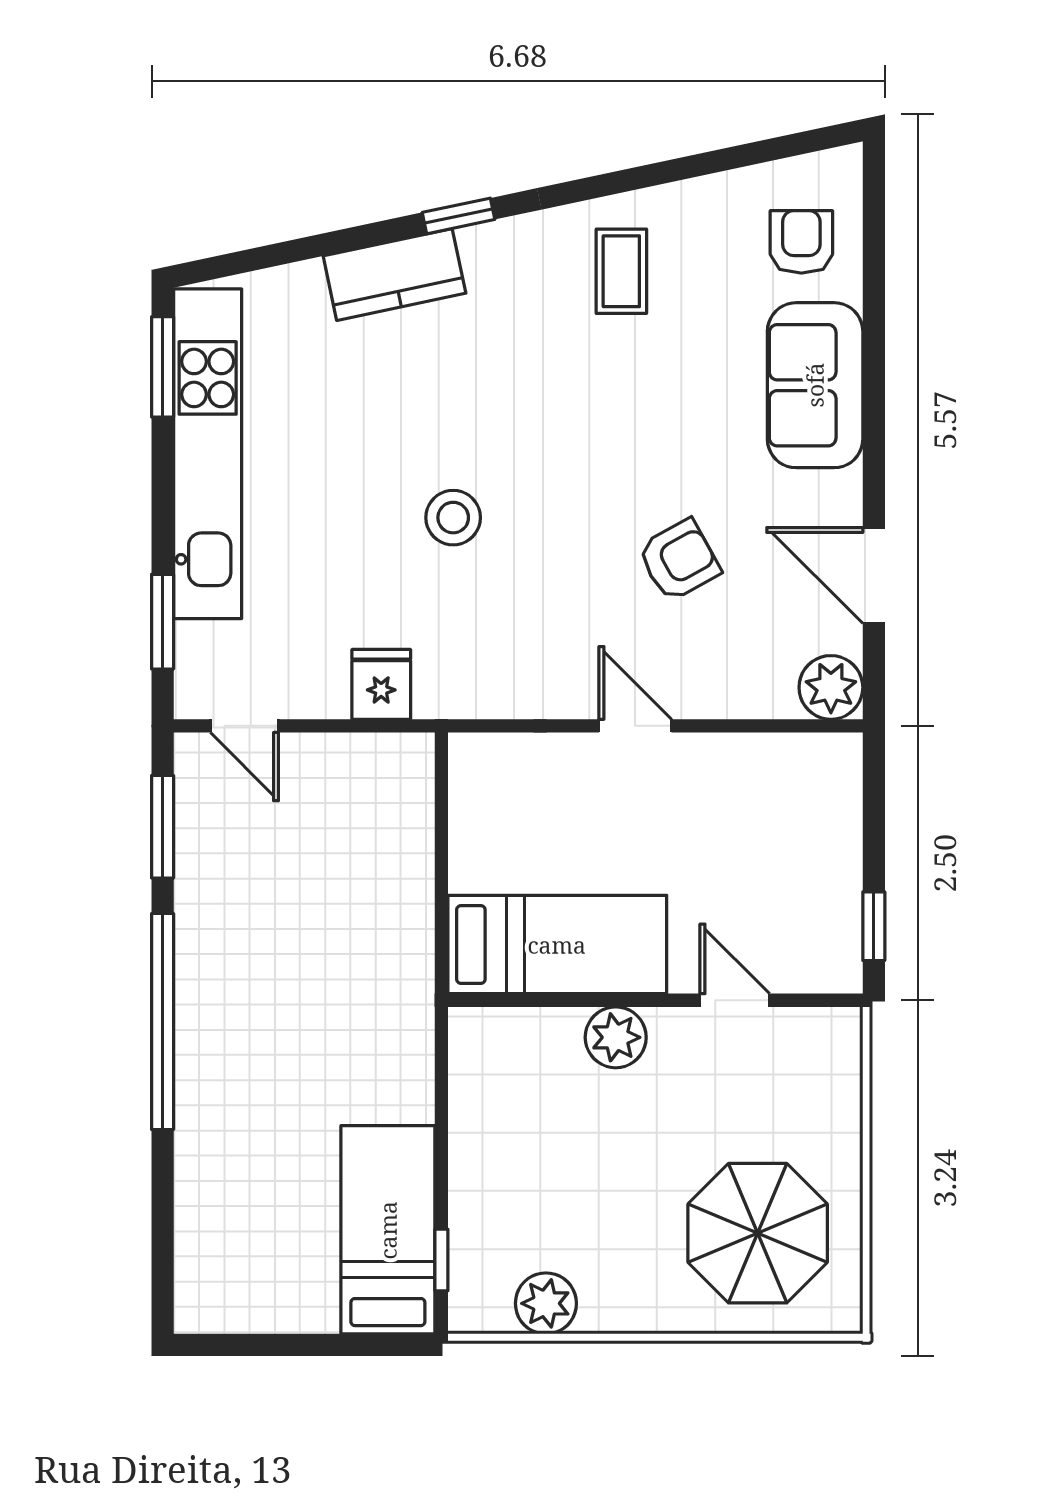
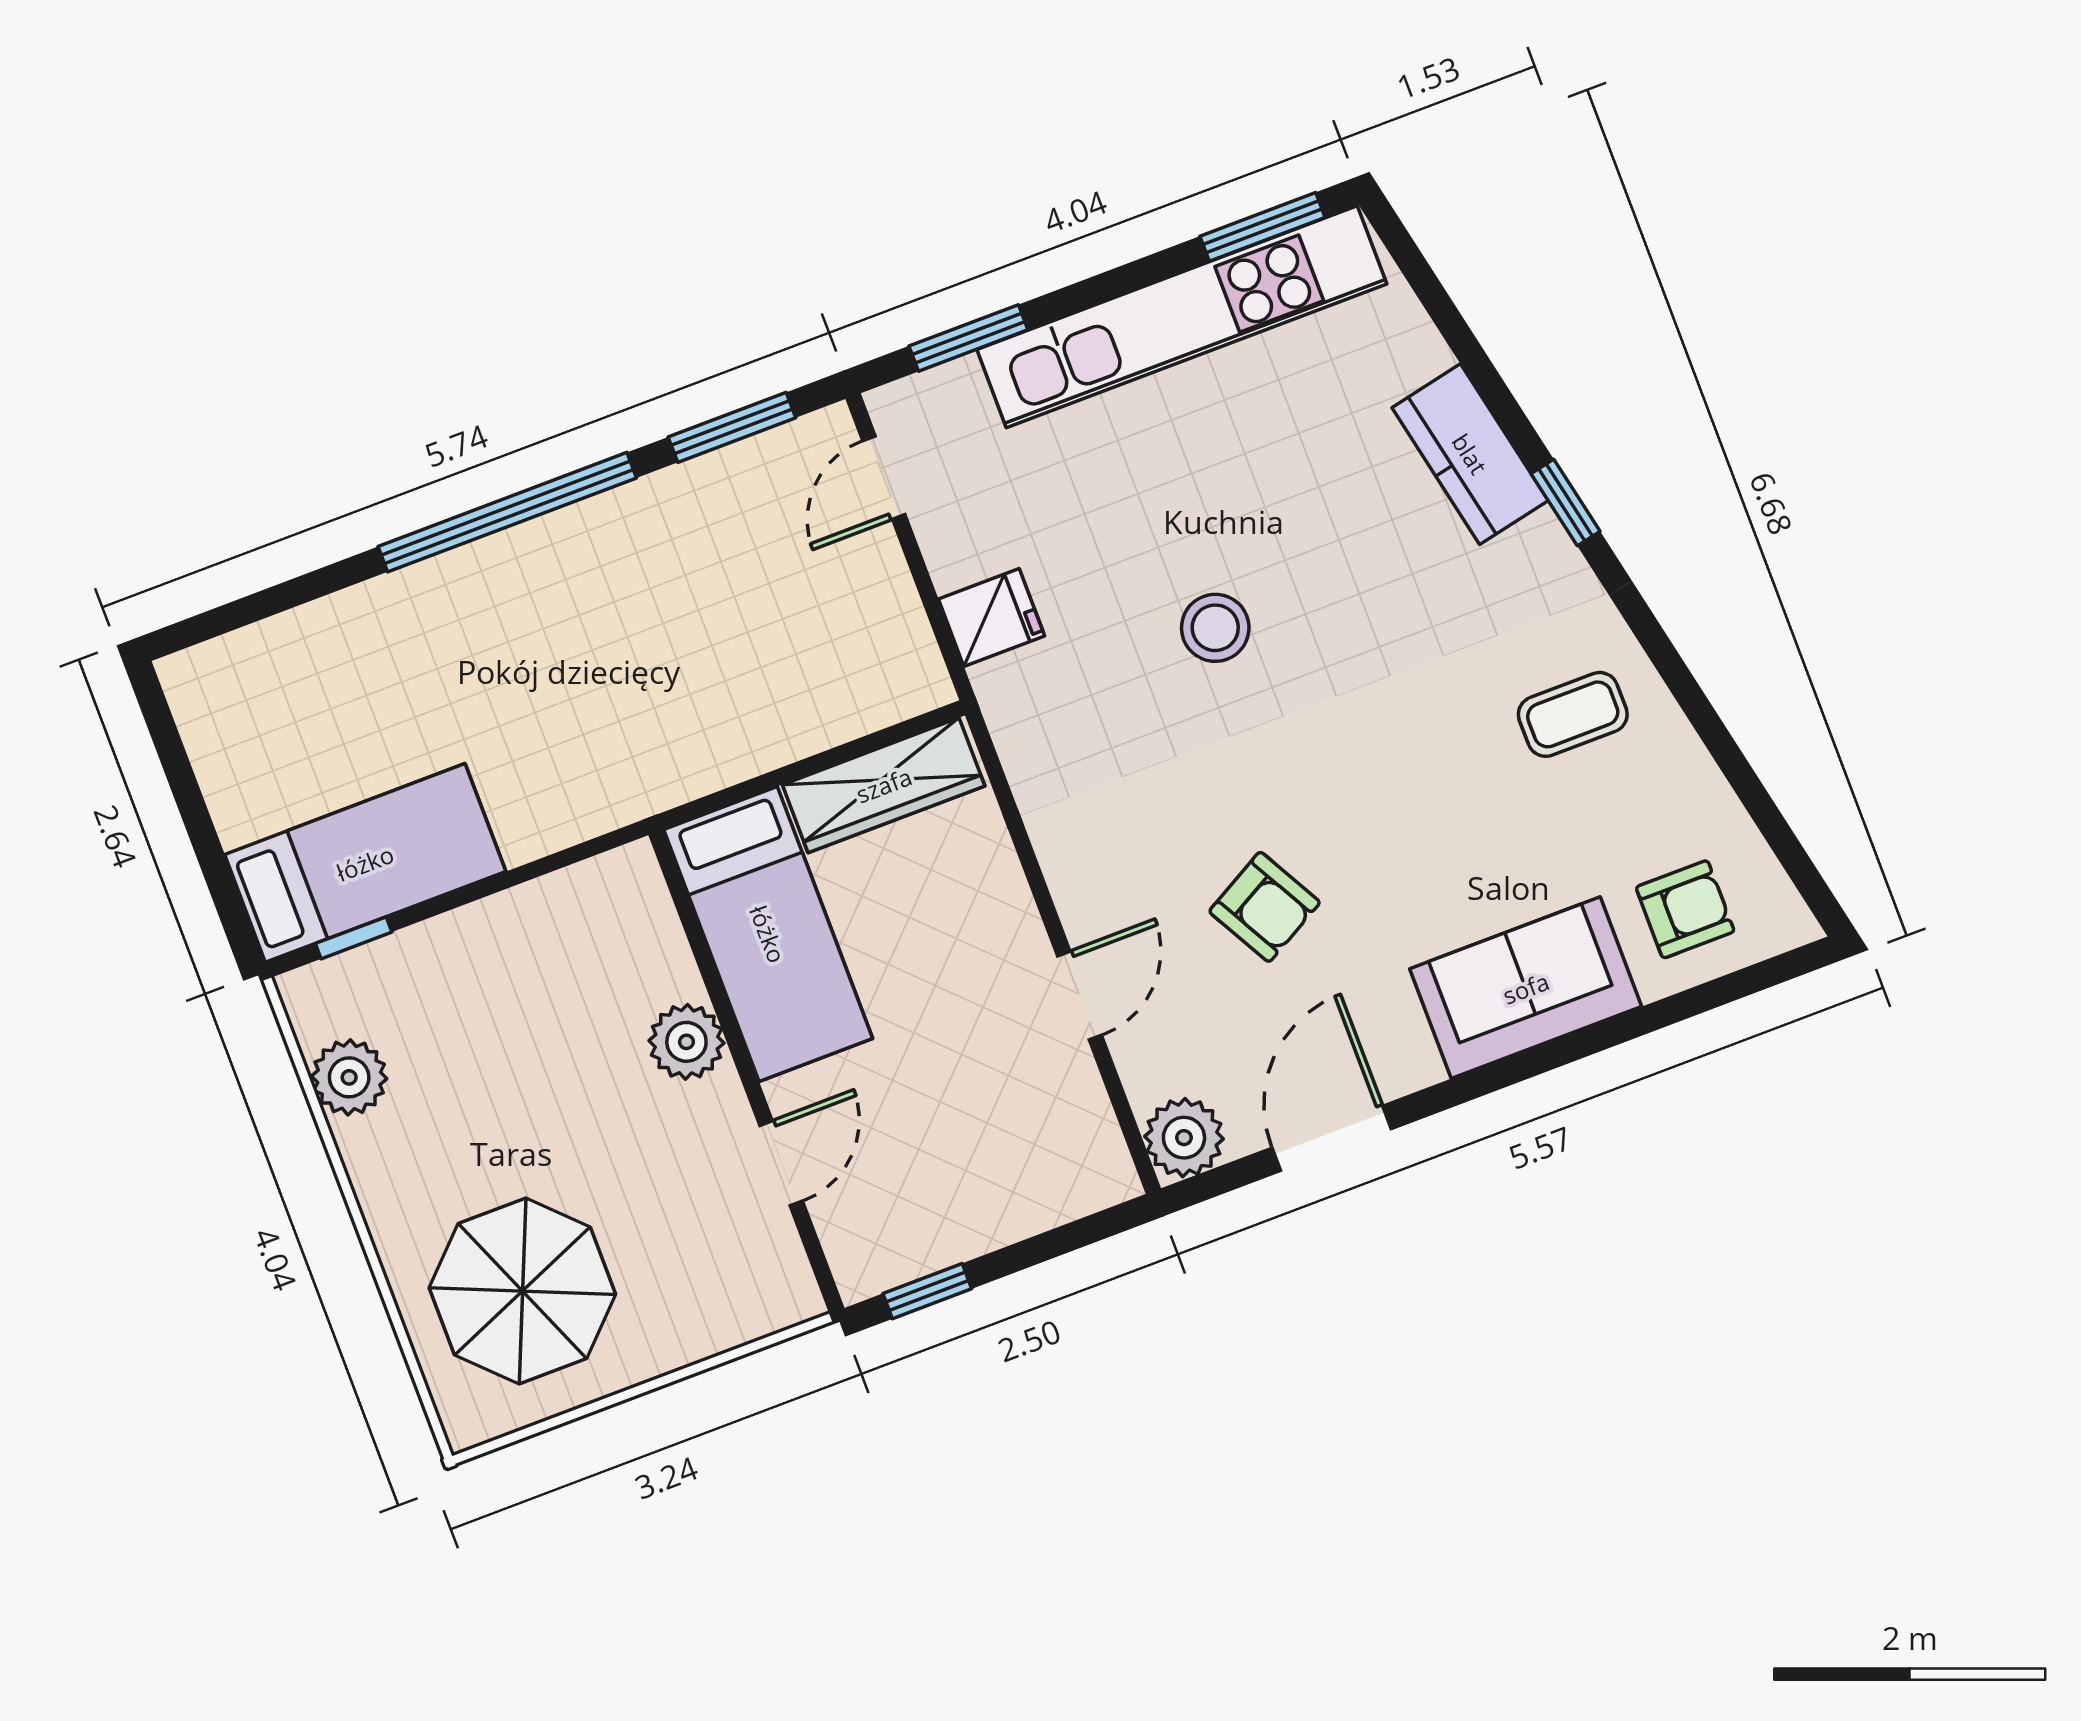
door: (635, 726) -> (1080, 995), moved
wardrobe: (478, 814) -> (884, 785), added

